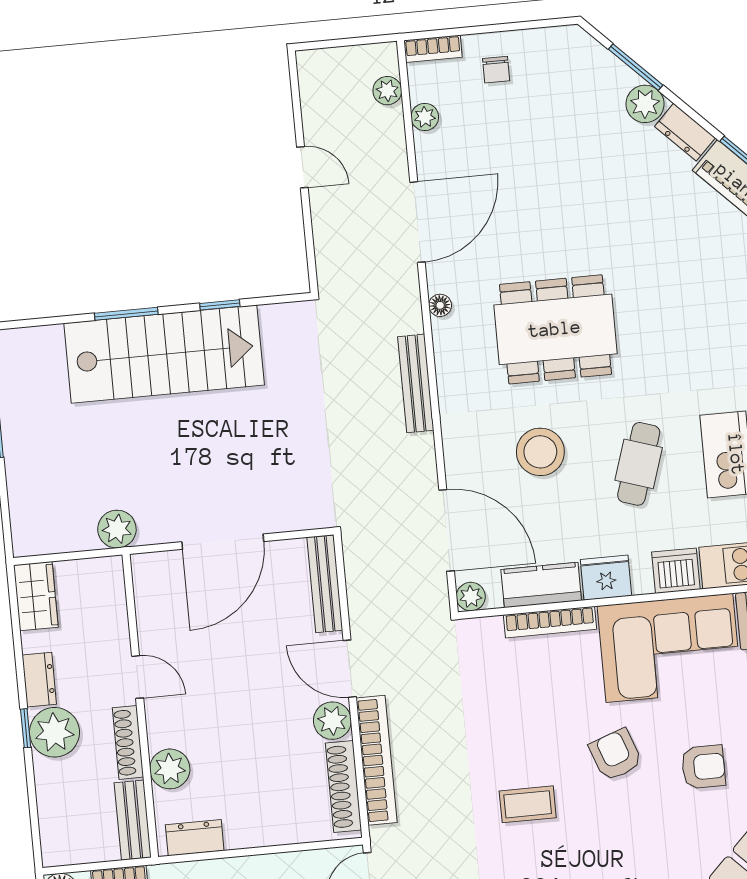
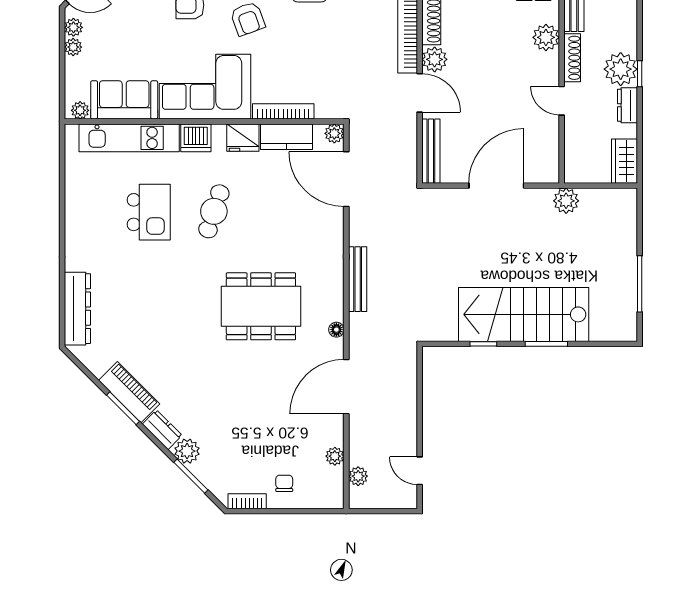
bookcase: (433, 49) -> (247, 501), moved
door: (302, 167) -> (420, 471), moved
stool: (540, 452) -> (279, 226), removed

